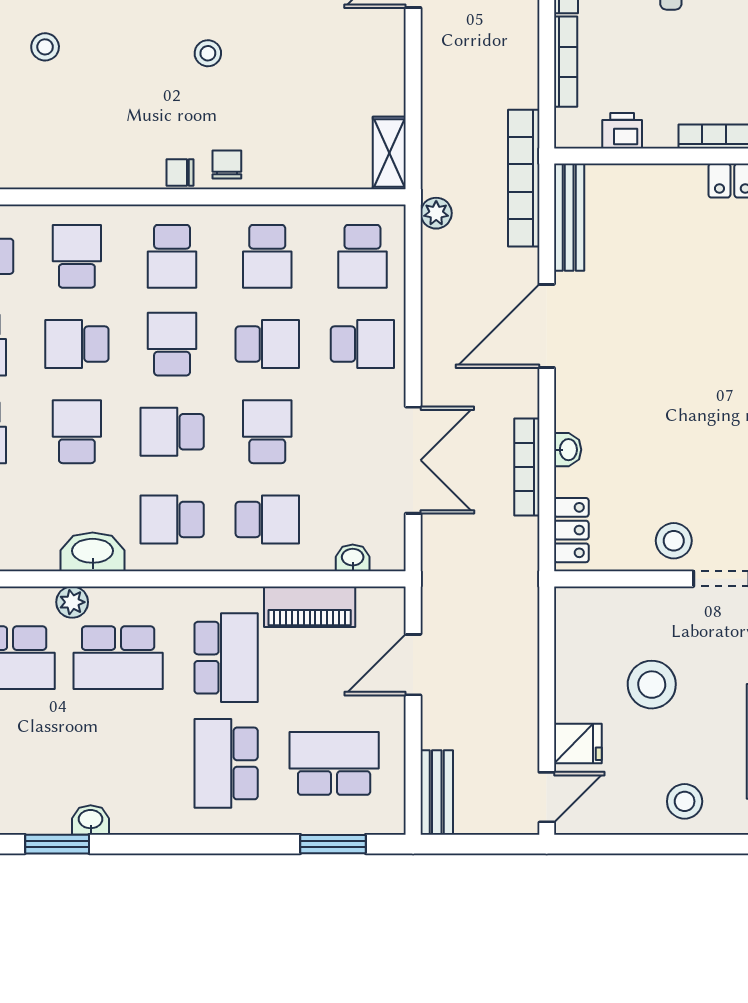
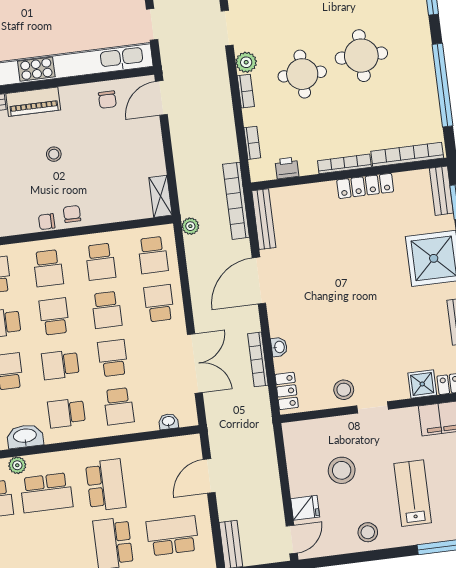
bookcase: (566, 62) -> (252, 143), width x0.64
school desk: (267, 344) -> (107, 310), turned 90
school desk: (362, 344) -> (159, 303), turned -90
school desk: (267, 519) -> (119, 406), turned 90
piano: (310, 607) -> (148, 451), removed

